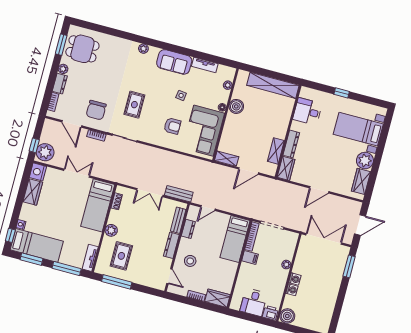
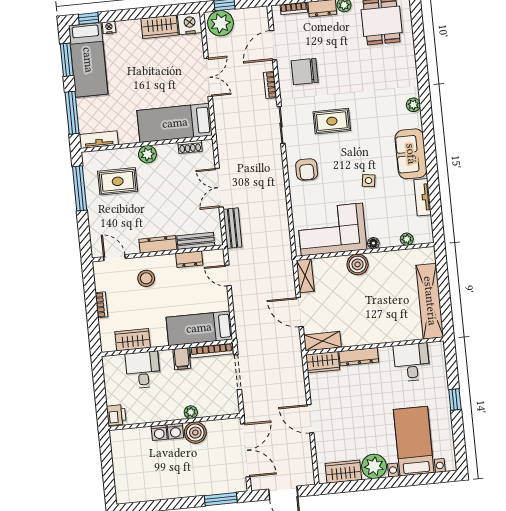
boiler: (236, 106) -> (358, 264), moved
armchair: (172, 126) -> (307, 170), moved
shelving: (276, 151) -> (323, 341), moved
door: (169, 276) -> (114, 258), swing flipped
wardrobe: (217, 298) -> (133, 340), moved, turned -90
desk: (254, 302) -> (143, 370), moved, turned 90
boiler: (287, 316) -> (195, 433), moved

